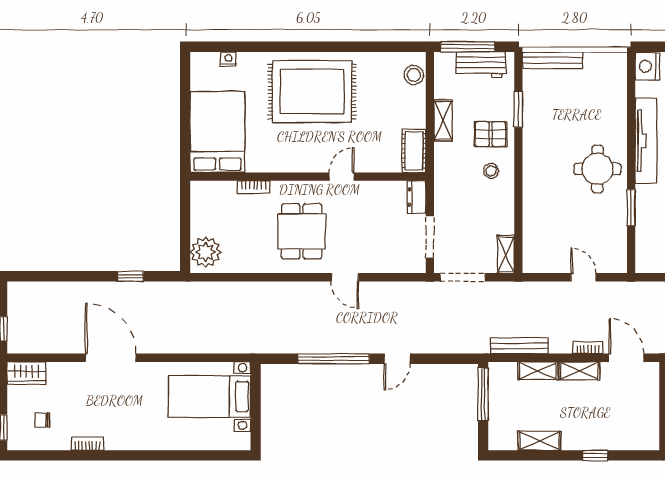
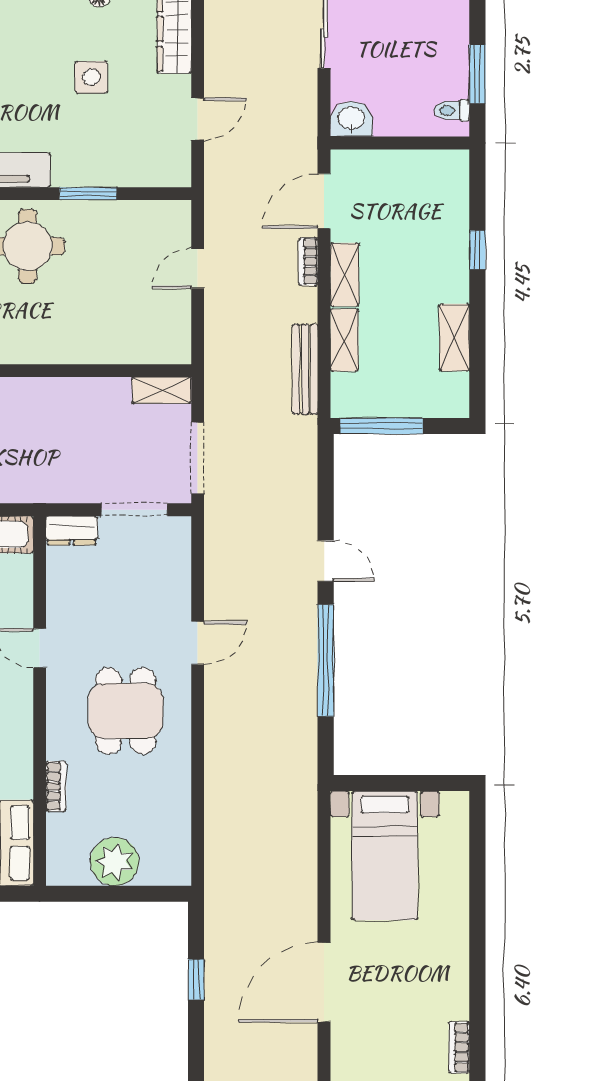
stool: (491, 171) -> (31, 414), removed
dining table: (302, 231) -> (126, 711), turned 90
plant: (206, 252) -> (115, 862), moved
door: (111, 358) -> (324, 982), moved

